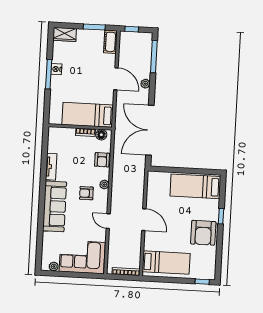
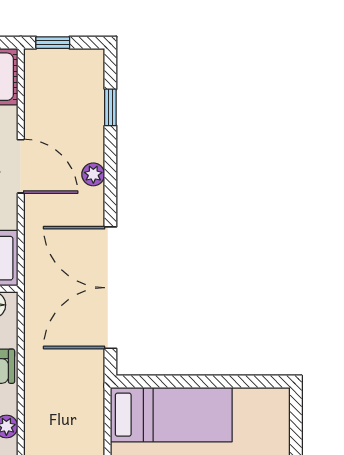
window: (154, 57) -> (110, 107), width x0.46
bed: (195, 186) -> (171, 415), moved, turned 180

